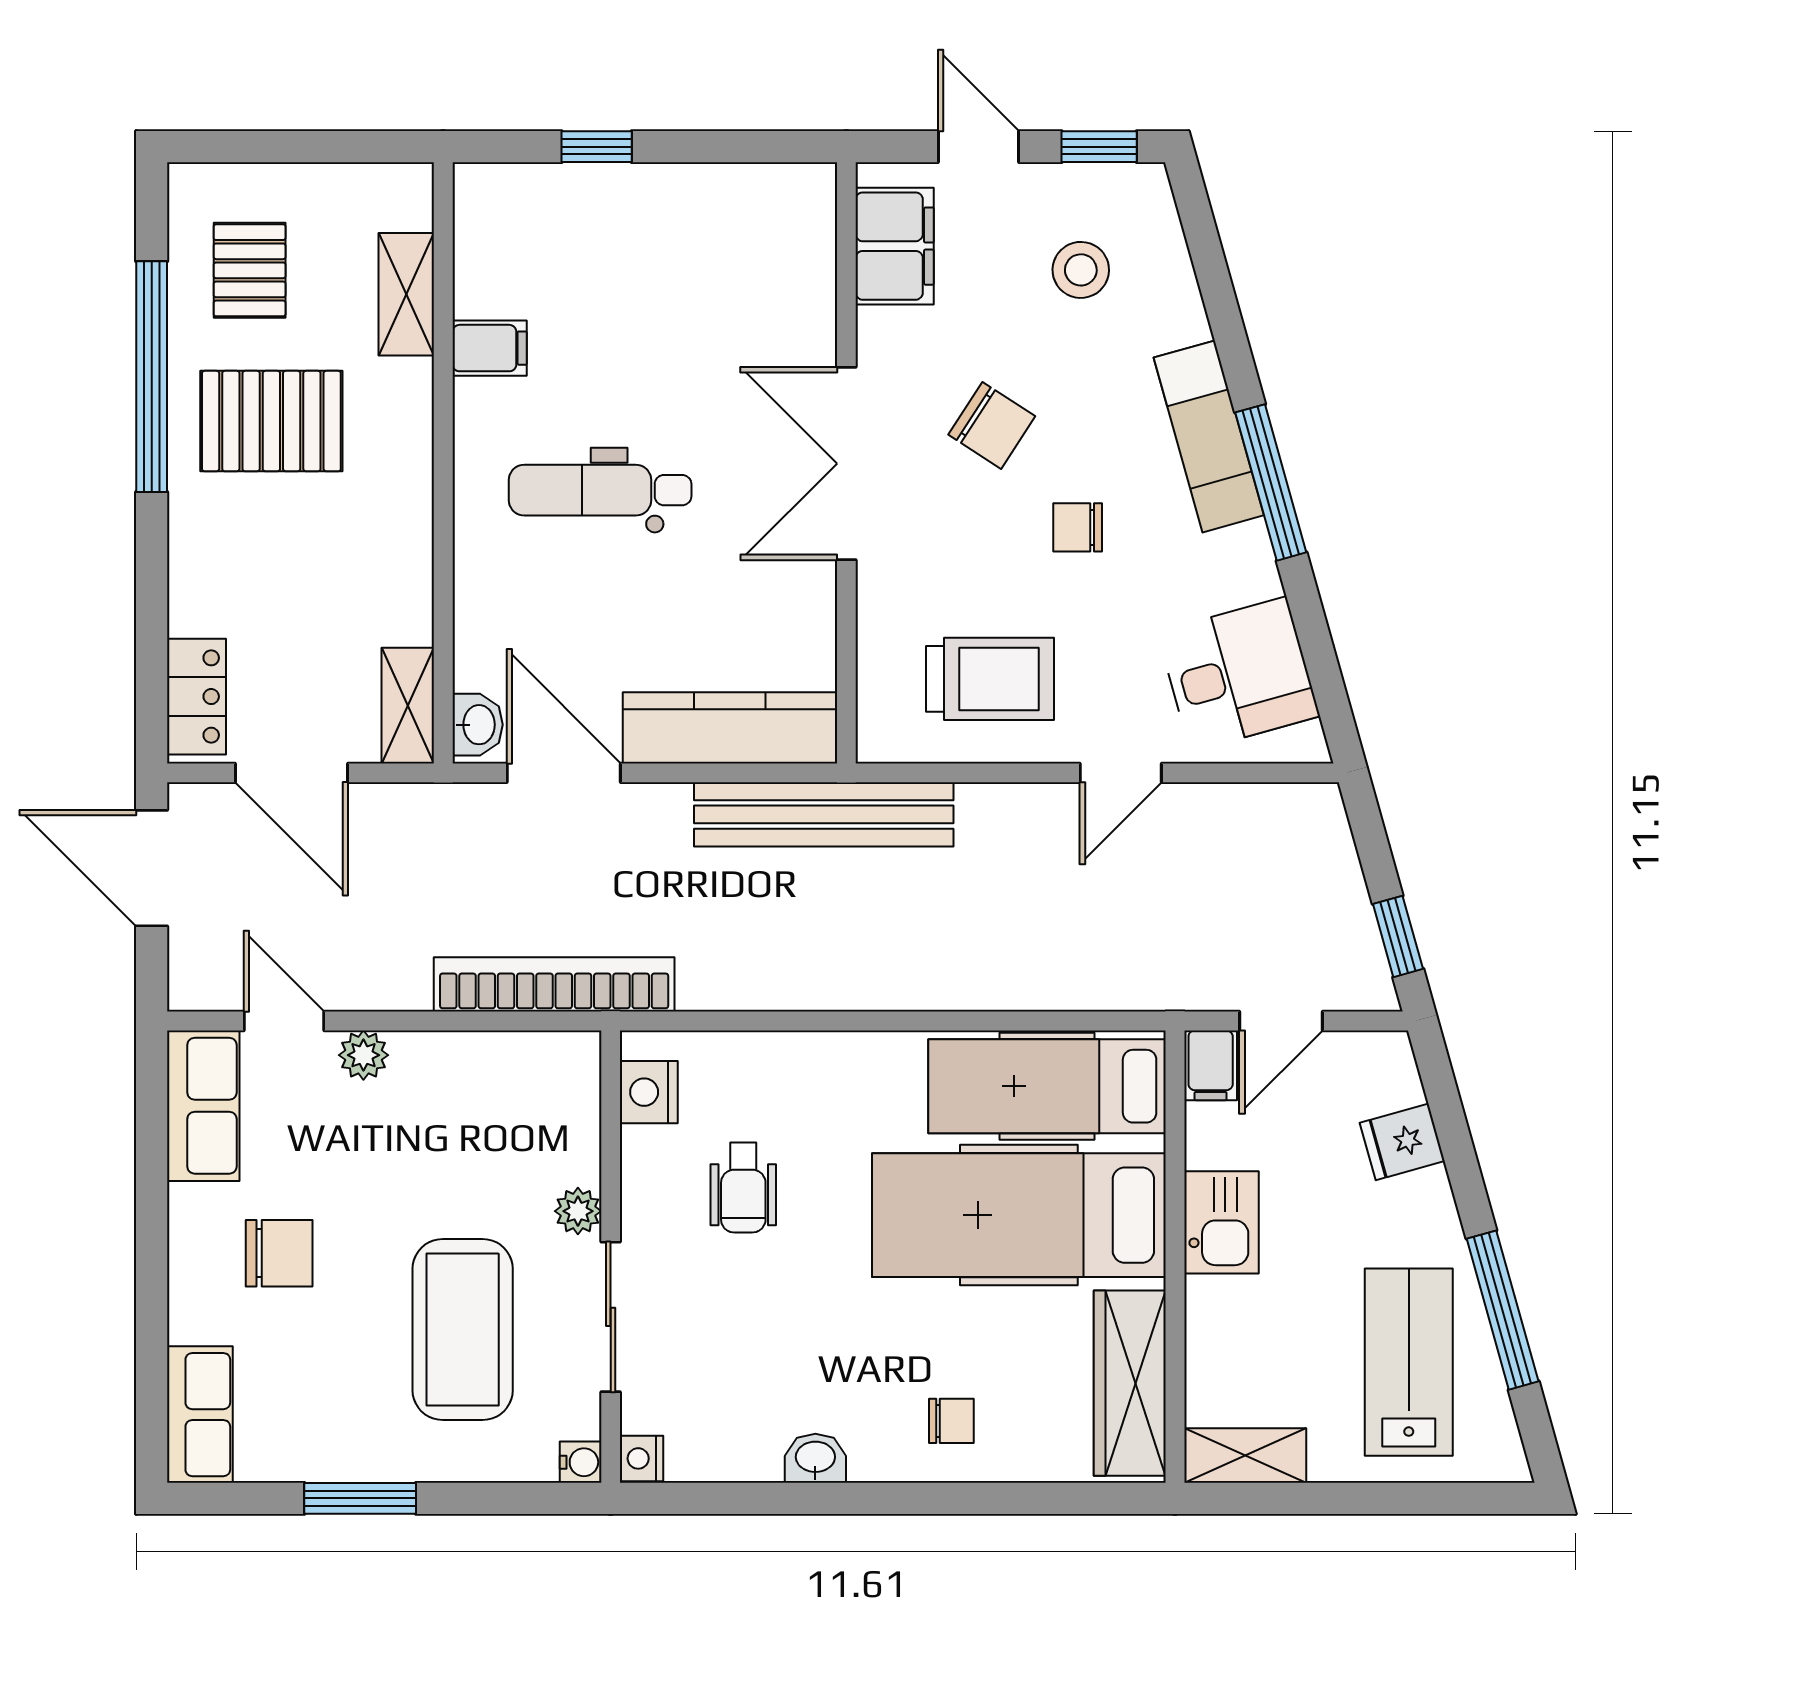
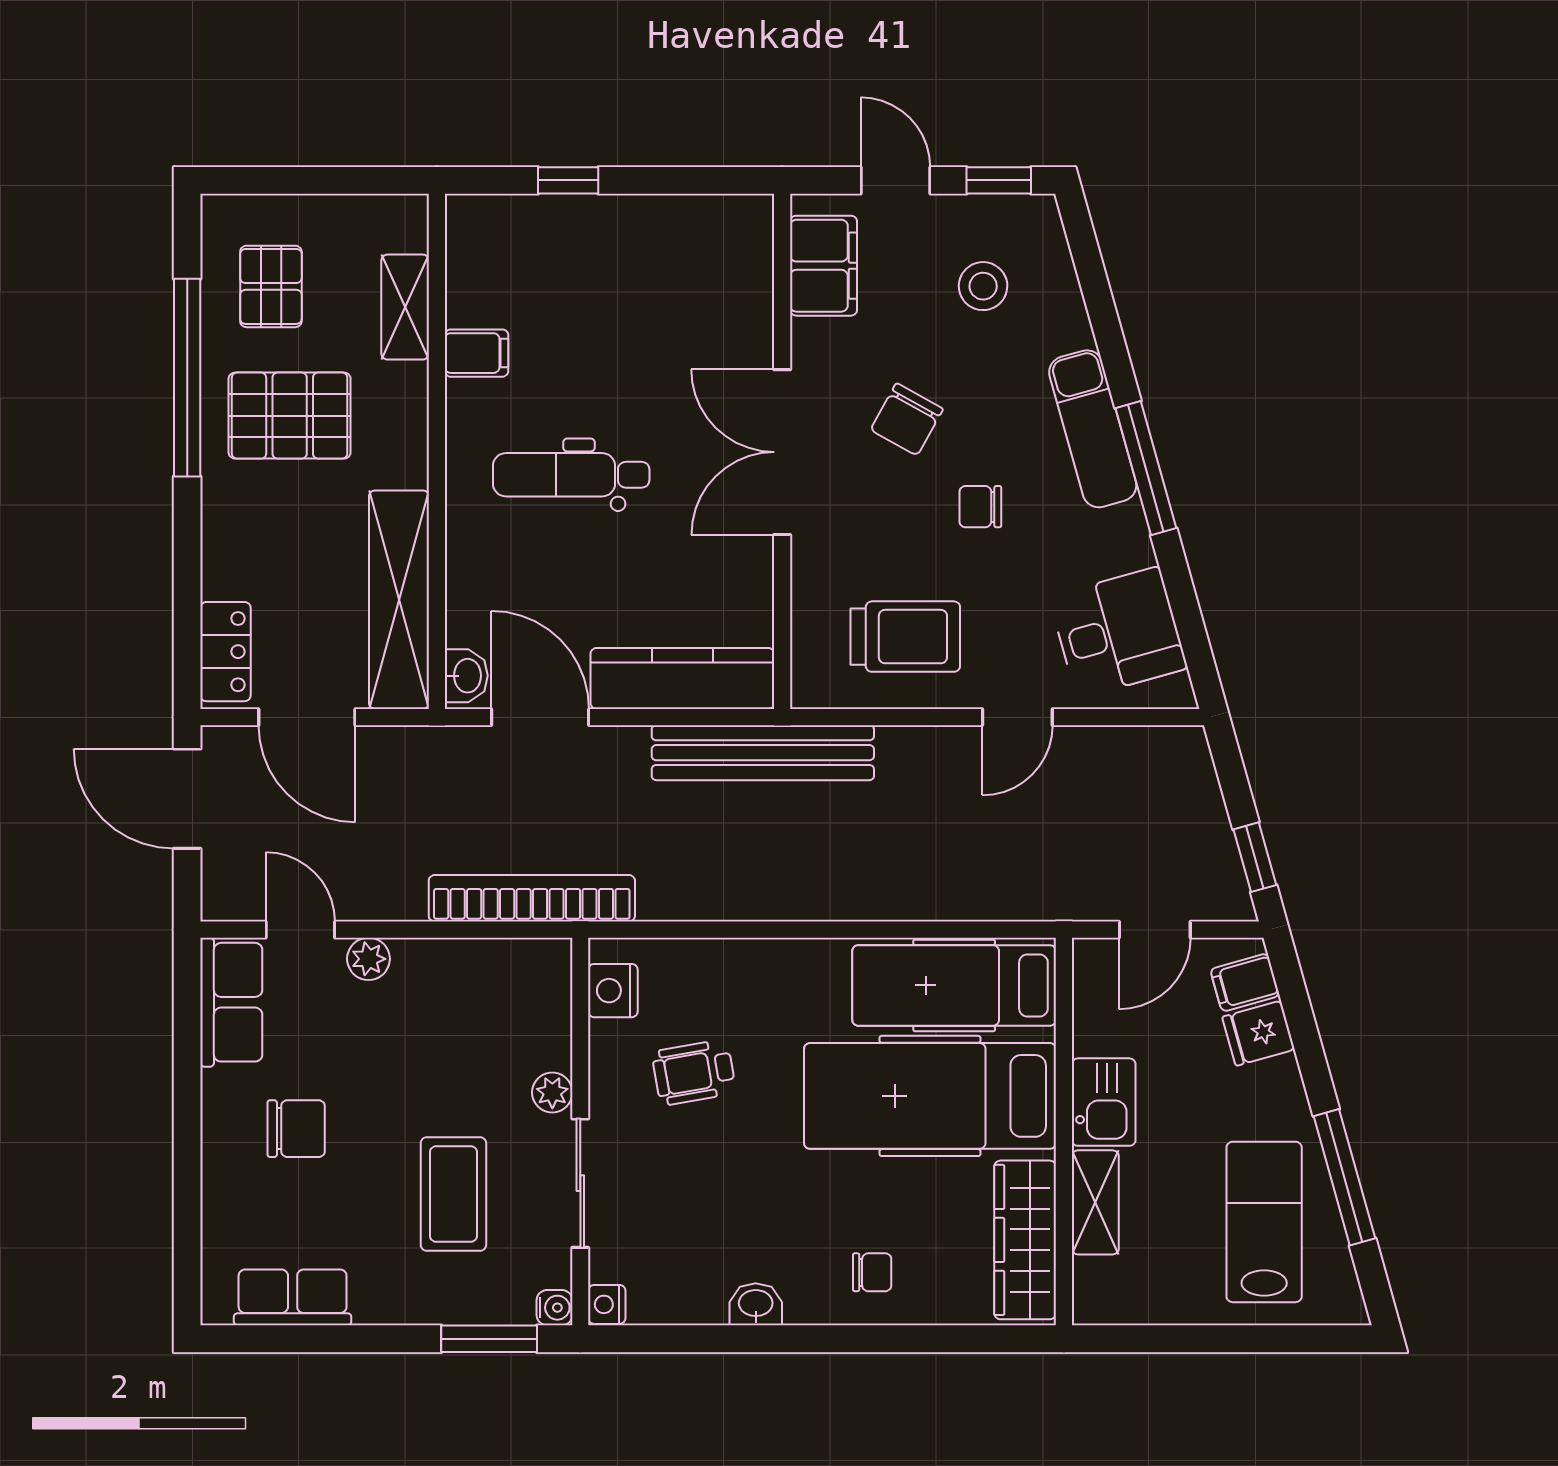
chair: (992, 425) -> (907, 419), turned 86
shelving: (408, 706) -> (399, 600), width x2.20, depth x1.33
filing cabinet: (1211, 1065) -> (1245, 982), moved, turned 74
wheelchair: (743, 1188) -> (694, 1072), turned 80
coffee table: (463, 1330) -> (453, 1194), width x0.73, depth x0.76
row of seats: (200, 1415) -> (293, 1297), moved, turned -90
shelving: (1245, 1456) -> (1095, 1202), moved, turned 90
window: (360, 1498) -> (489, 1339), moved

